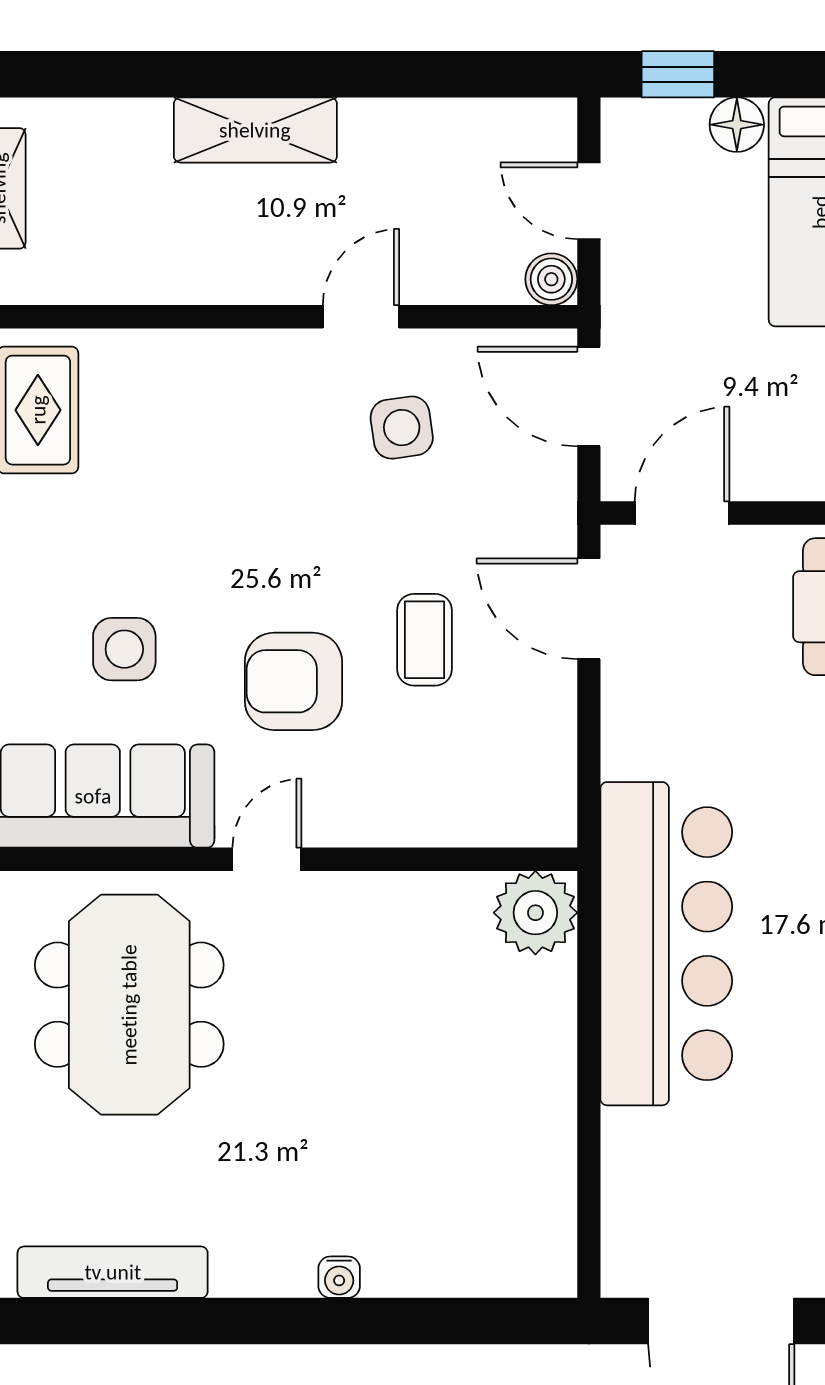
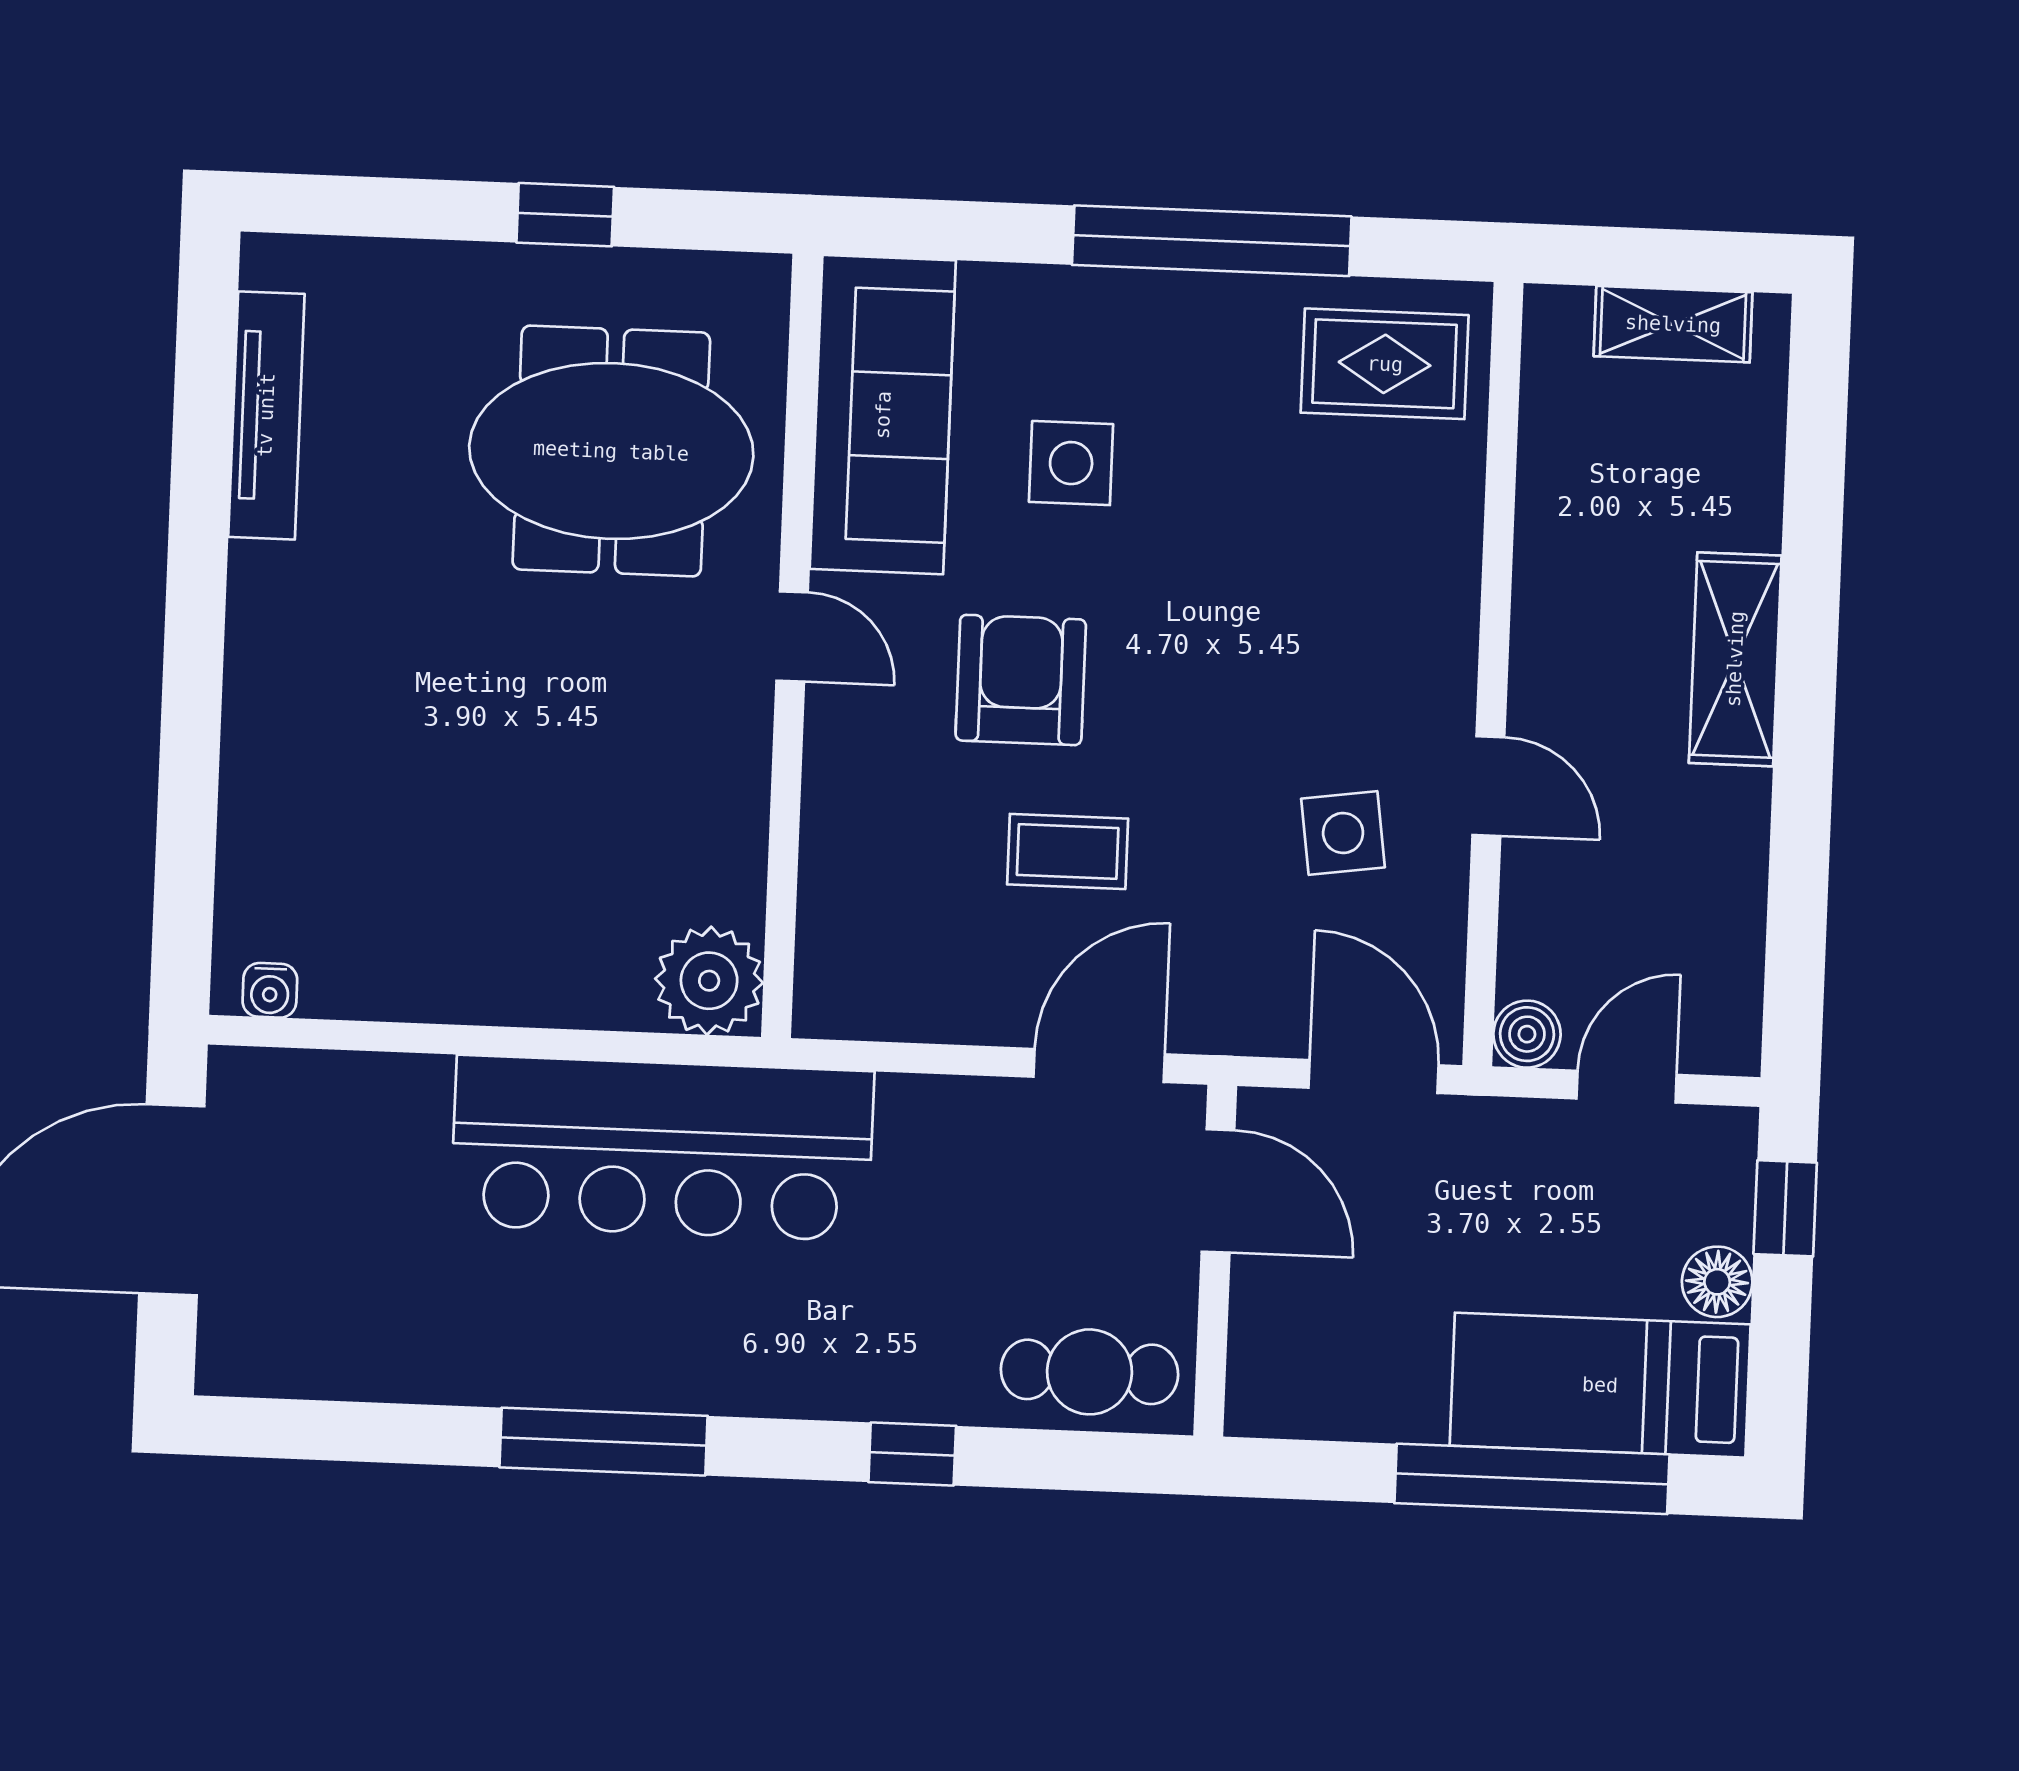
door: (589, 396) -> (1374, 1076), hinge flipped
water cooler: (339, 1277) -> (270, 990), moved, turned -90

